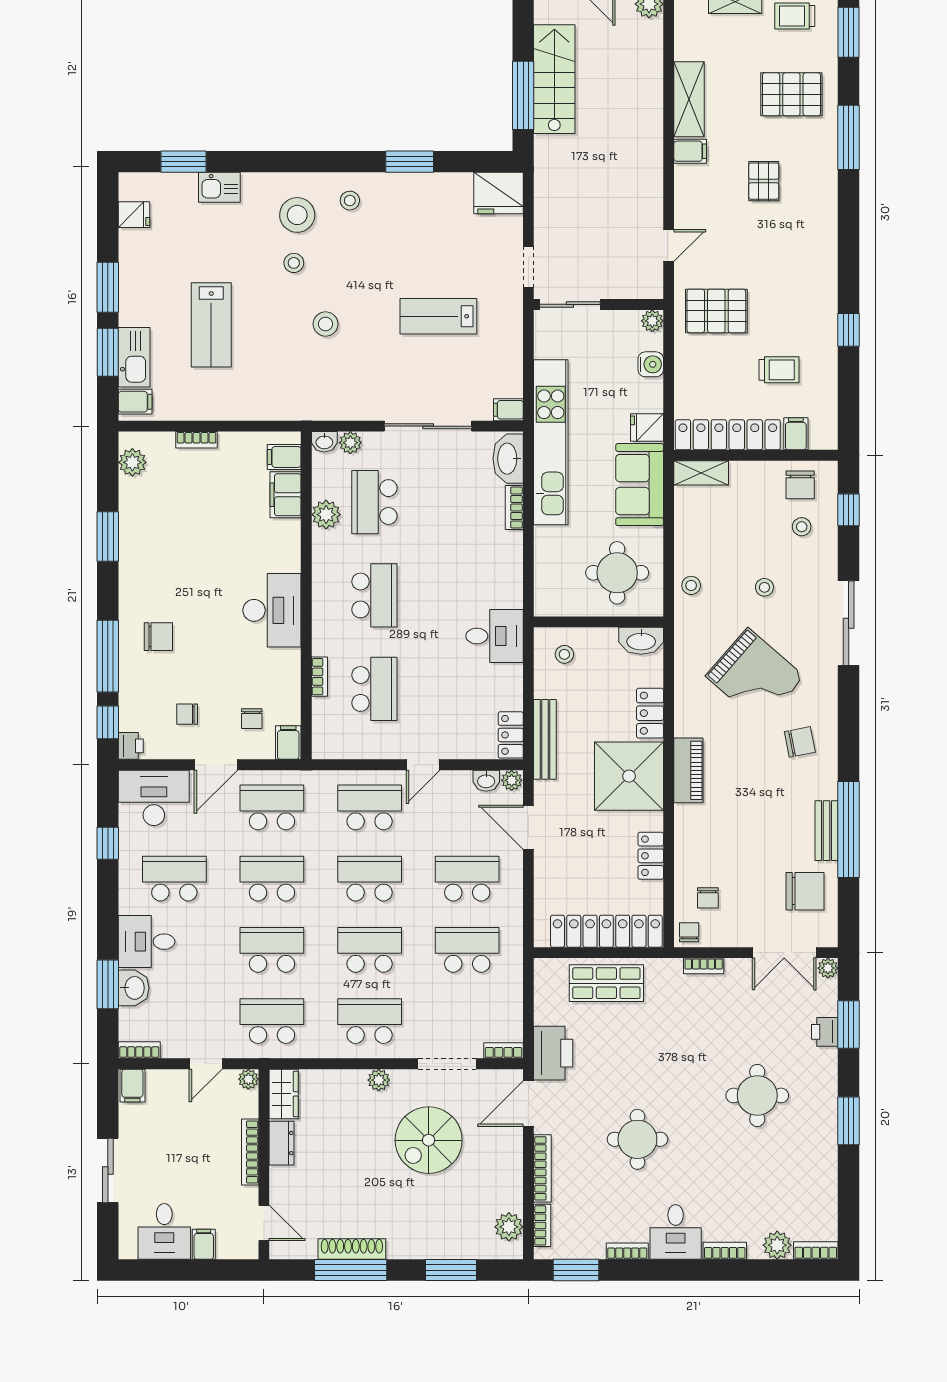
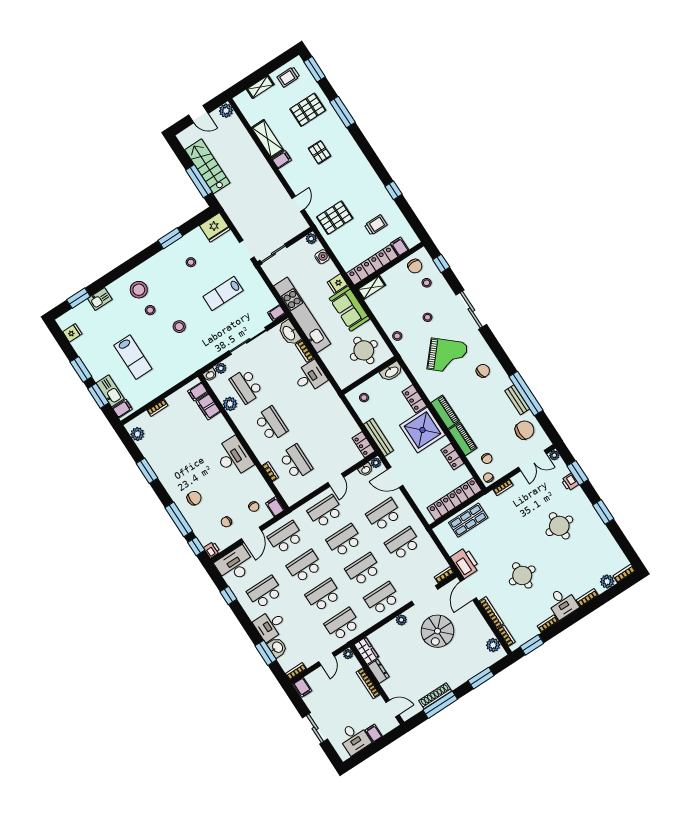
stool: (350, 201) -> (191, 262), moved
desk: (495, 636) -> (310, 377), moved
piano: (688, 837) -> (463, 439), added

